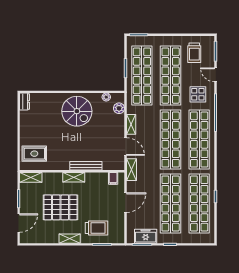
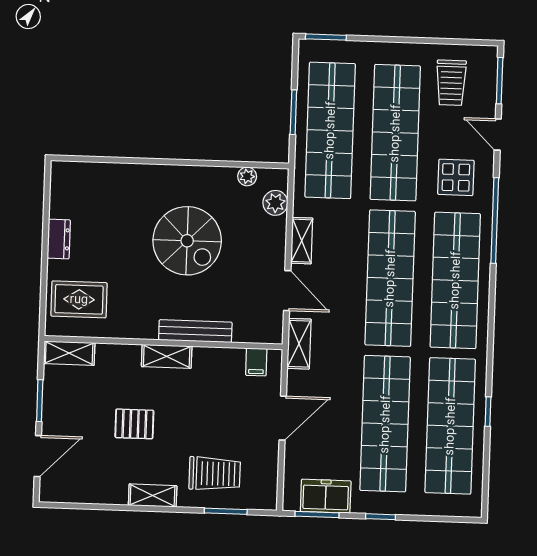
dresser: (24, 101) -> (59, 239), moved
spiral stairs: (77, 111) -> (187, 241), moved
pallet: (61, 207) -> (134, 424), width x0.49, depth x0.50

